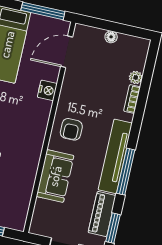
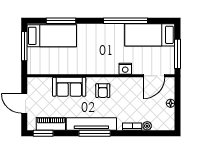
door: (67, 52) -> (154, 76), swing flipped
armchair: (71, 129) -> (103, 91), turned -90
window: (126, 172) -> (95, 133), moved

